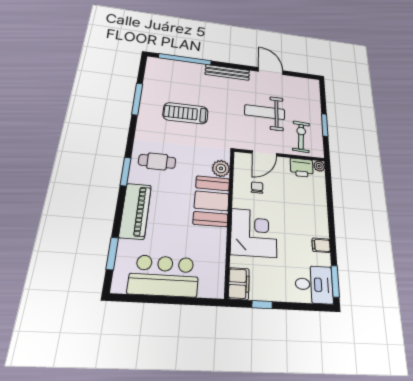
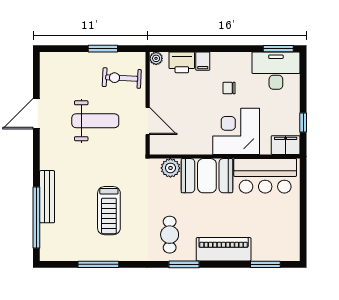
bench: (227, 72) -> (47, 197), moved
weight bench: (265, 112) -> (95, 121), turned -90
printer: (302, 168) -> (182, 62), moved, turned 90
chair: (257, 188) -> (229, 88), moved
filing cabinet: (321, 245) -> (203, 61), moved
bar counter: (164, 276) -> (265, 176), moved, turned -90
desk: (314, 284) -> (276, 71), width x1.37

